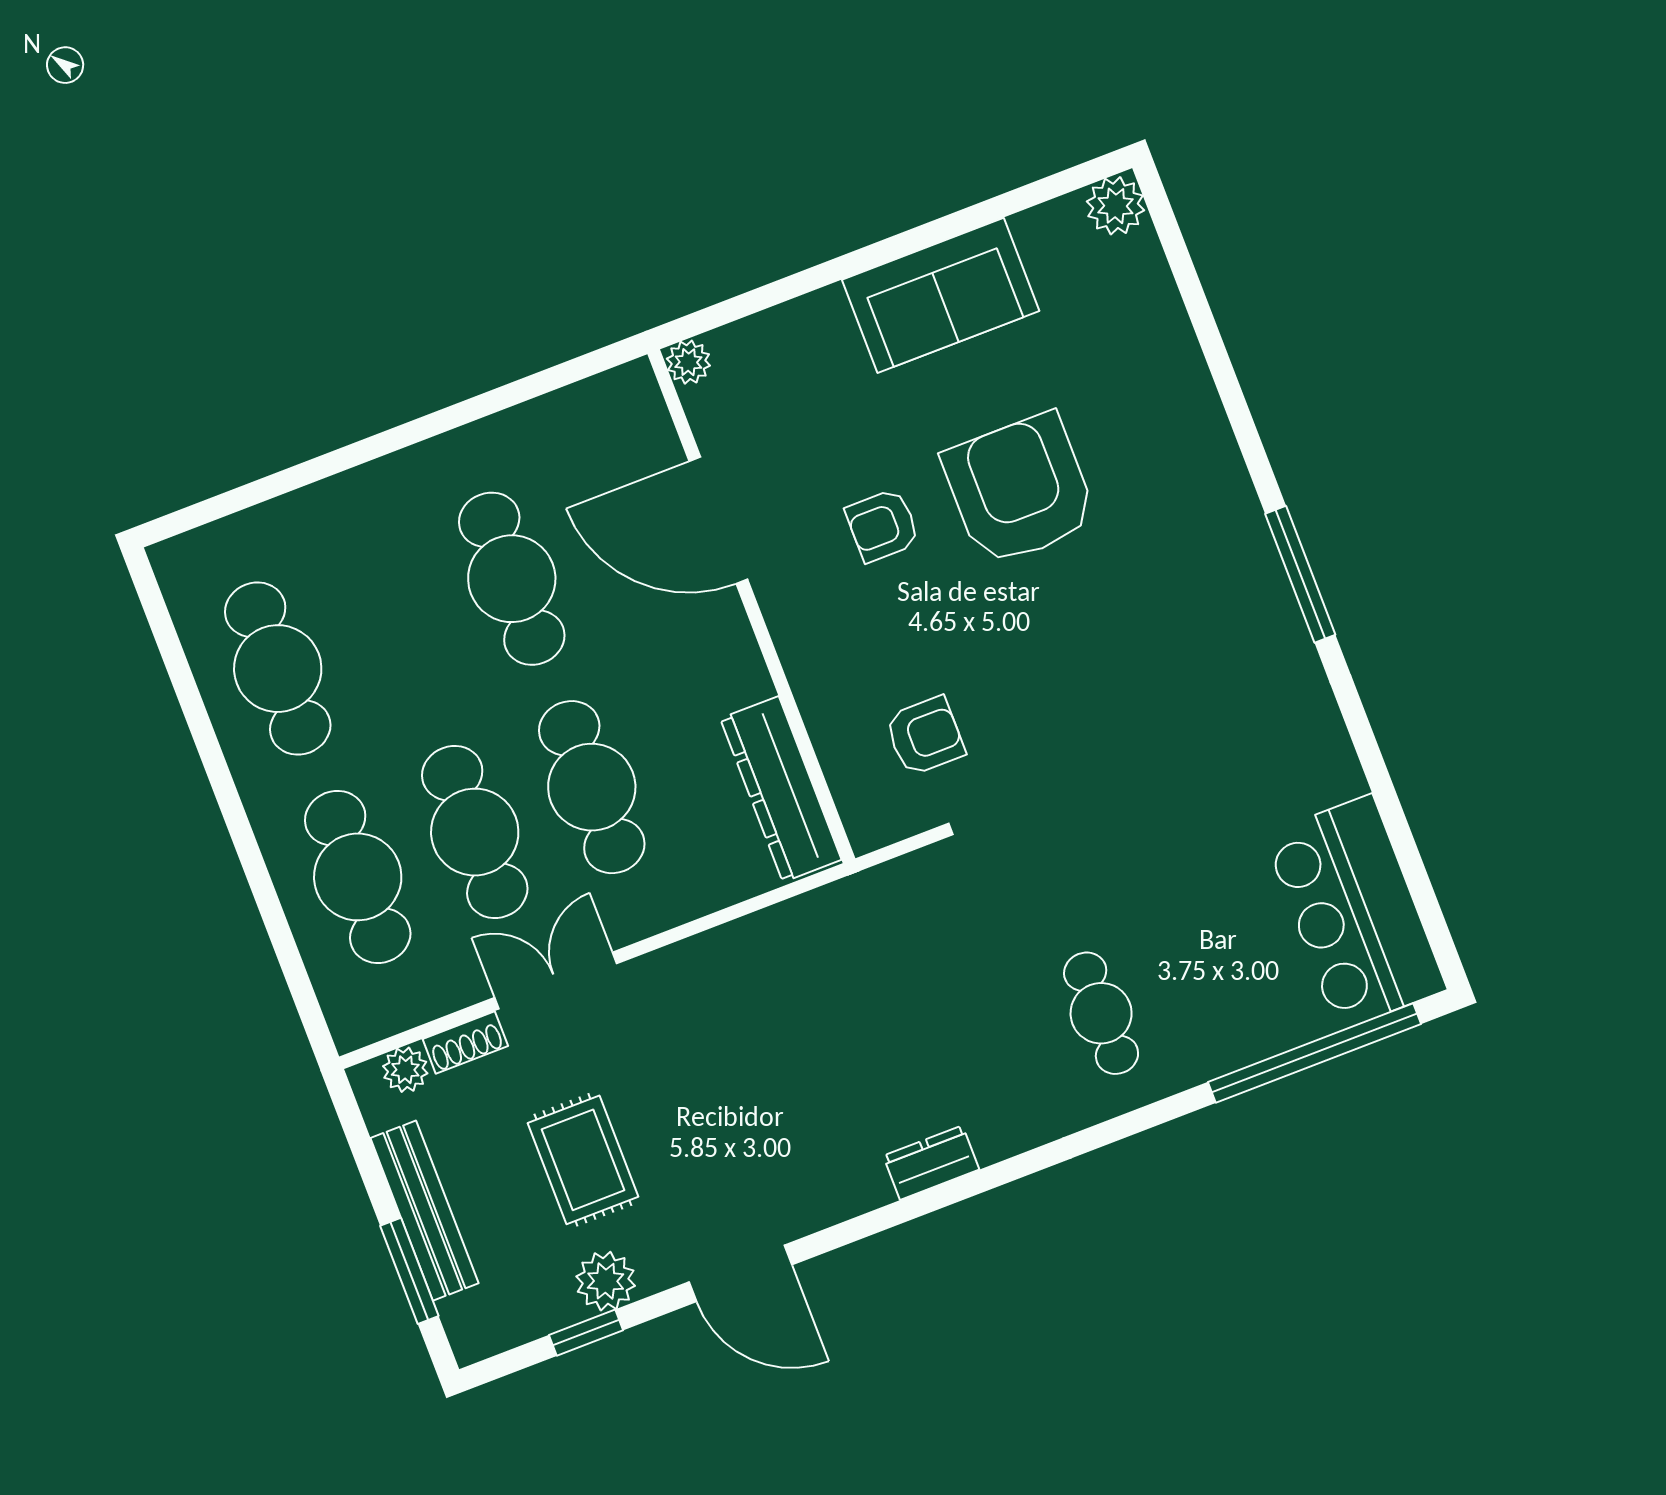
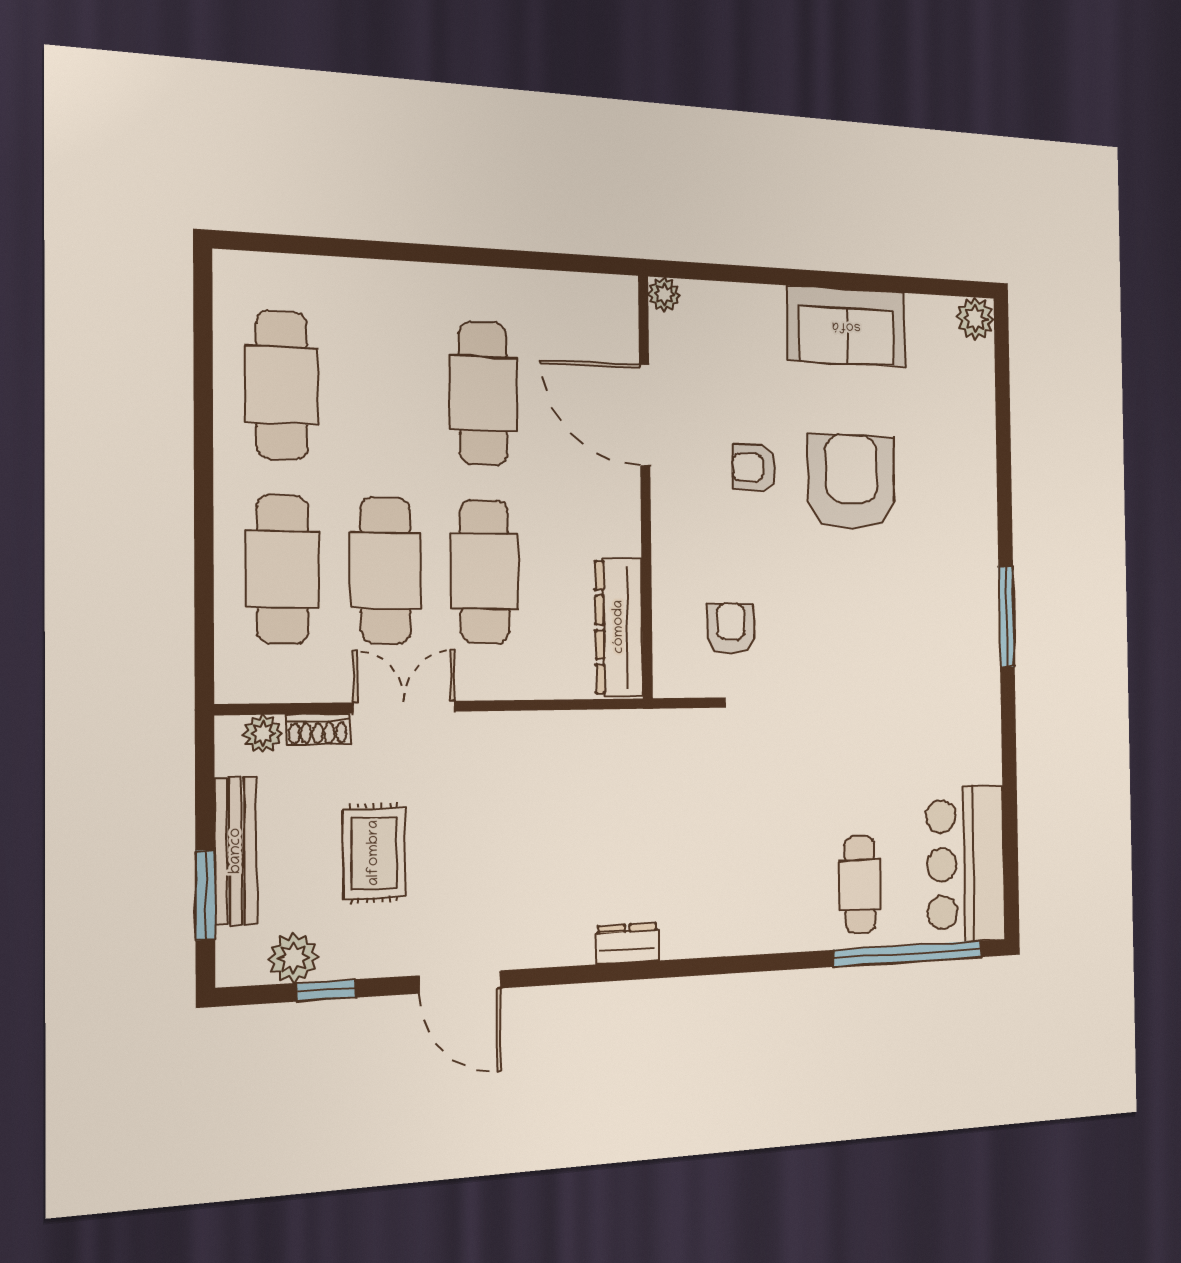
armchair: (925, 736) -> (731, 629), turned -90
cafe table: (1101, 1013) -> (860, 885), moved
plant: (606, 1281) -> (293, 958), moved

